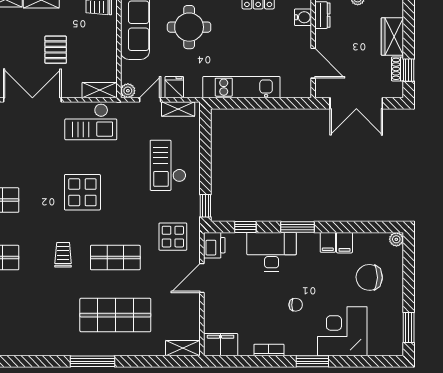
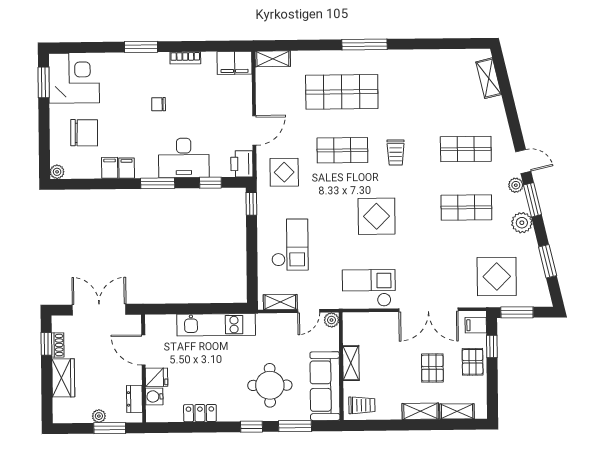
pallet: (56, 50) -> (432, 368), moved
fridge: (174, 87) -> (157, 377), moved, turned -90
shelving: (100, 90) -> (351, 363), moved, turned 90
corner desk: (342, 331) -> (74, 78), moved, turned -90

